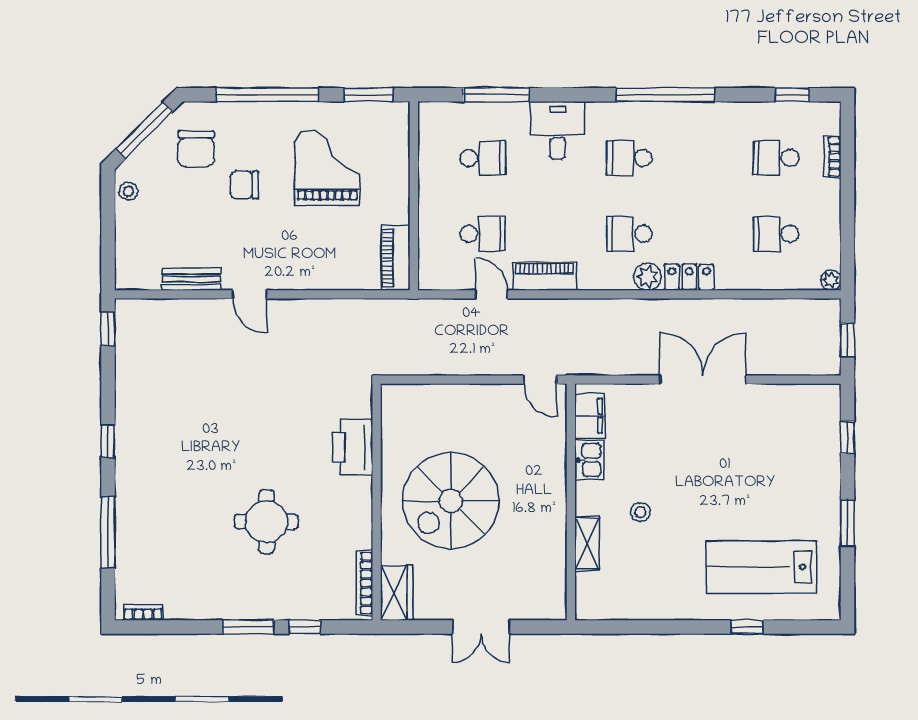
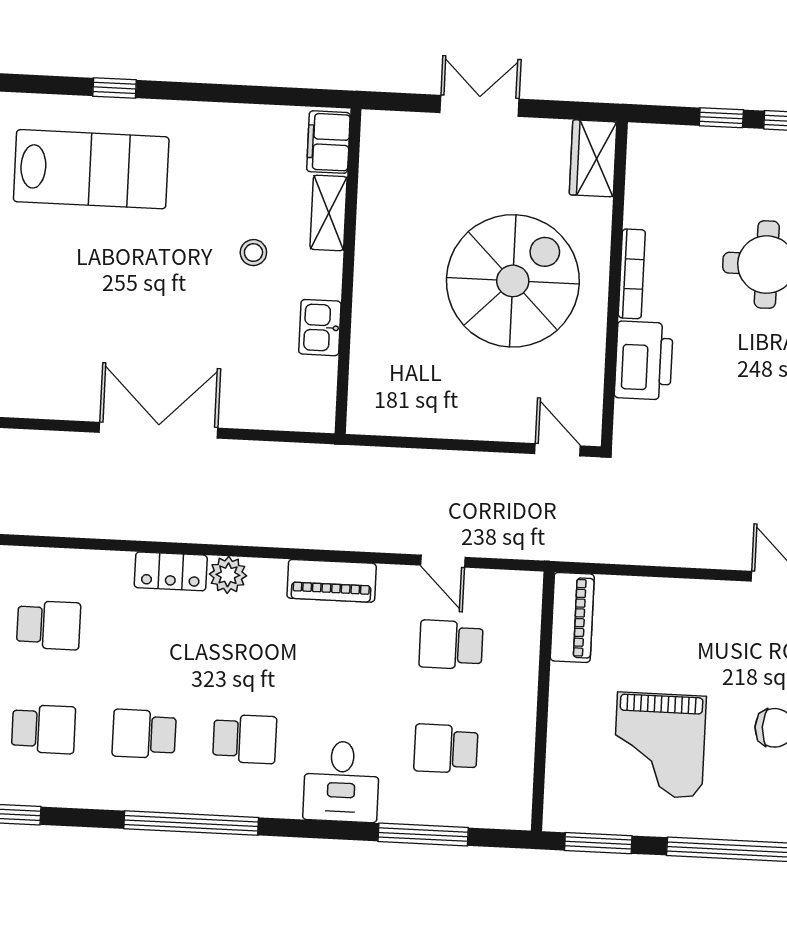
school desk: (629, 234) -> (144, 734), moved, turned 180
piano: (544, 276) -> (332, 581), moved
door: (540, 380) -> (558, 450), moved
double door: (703, 380) -> (159, 430), swing flipped
filing cabinet: (590, 416) -> (328, 142), moved
bookcase: (364, 583) -> (632, 274), moved

